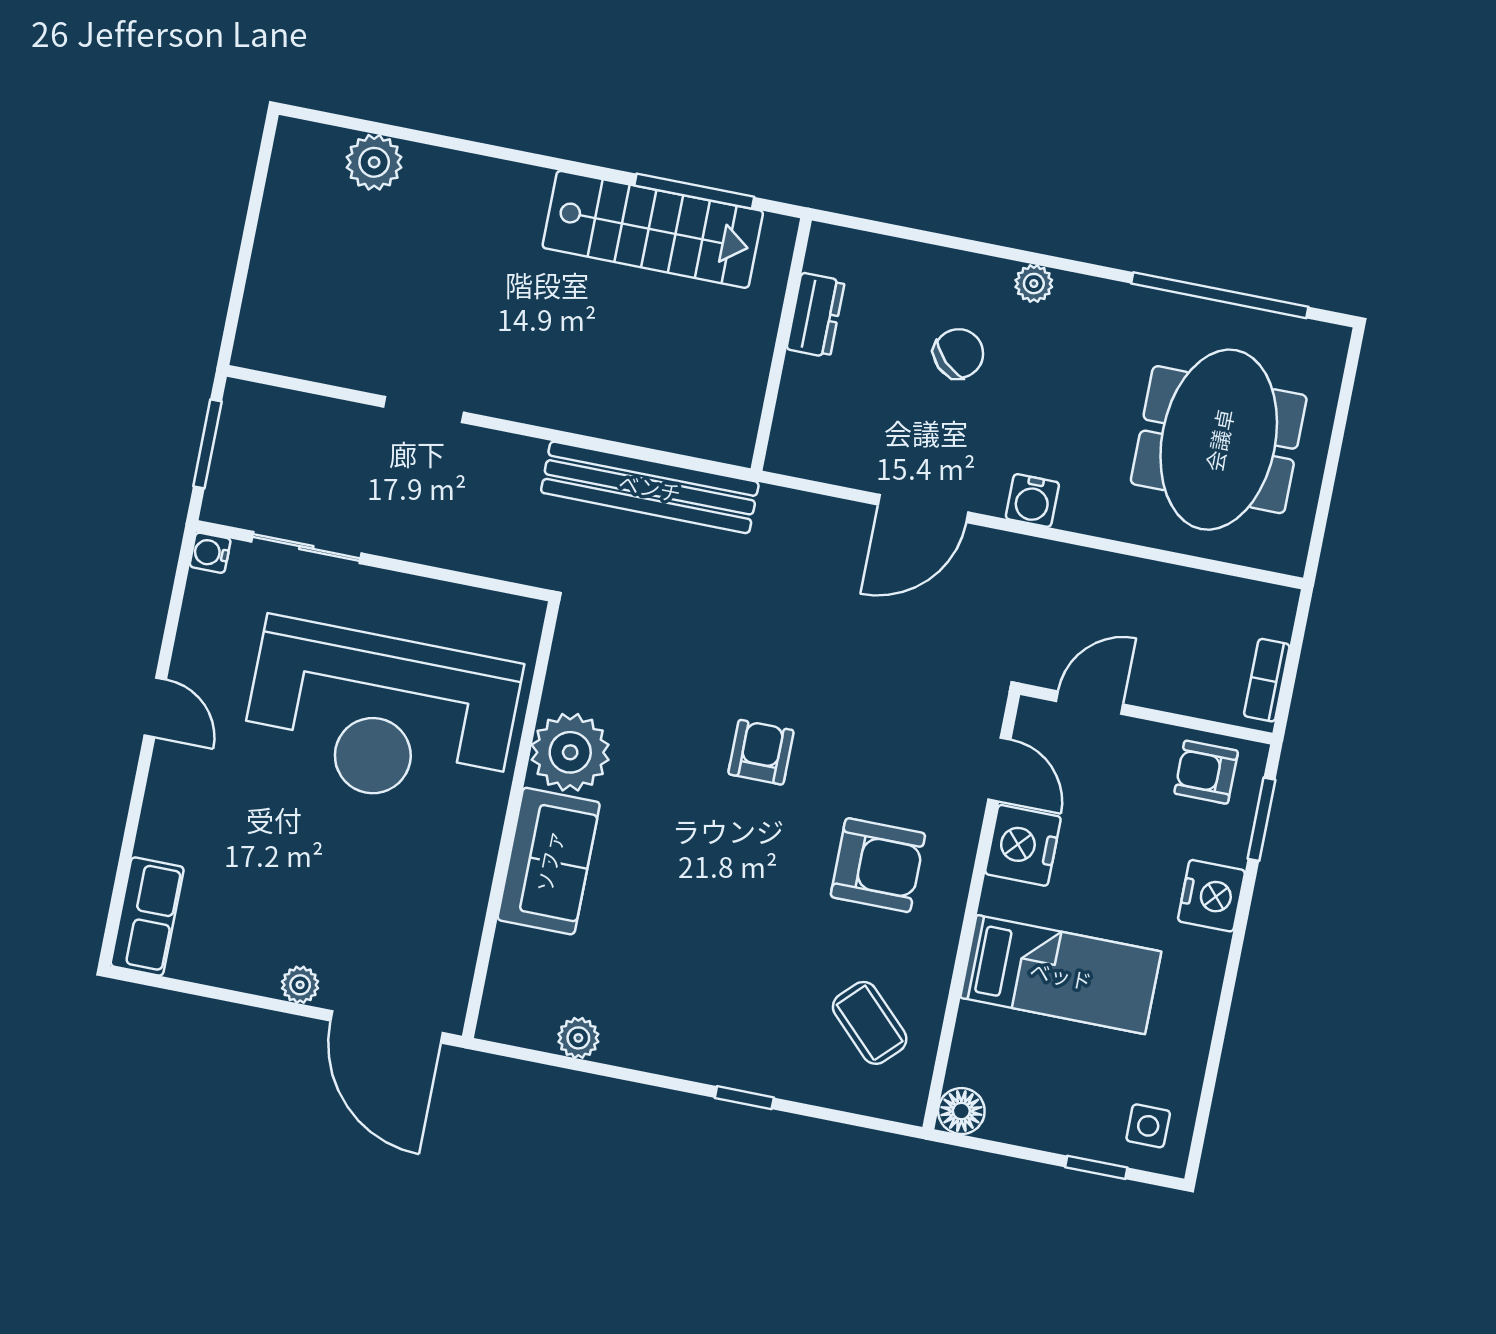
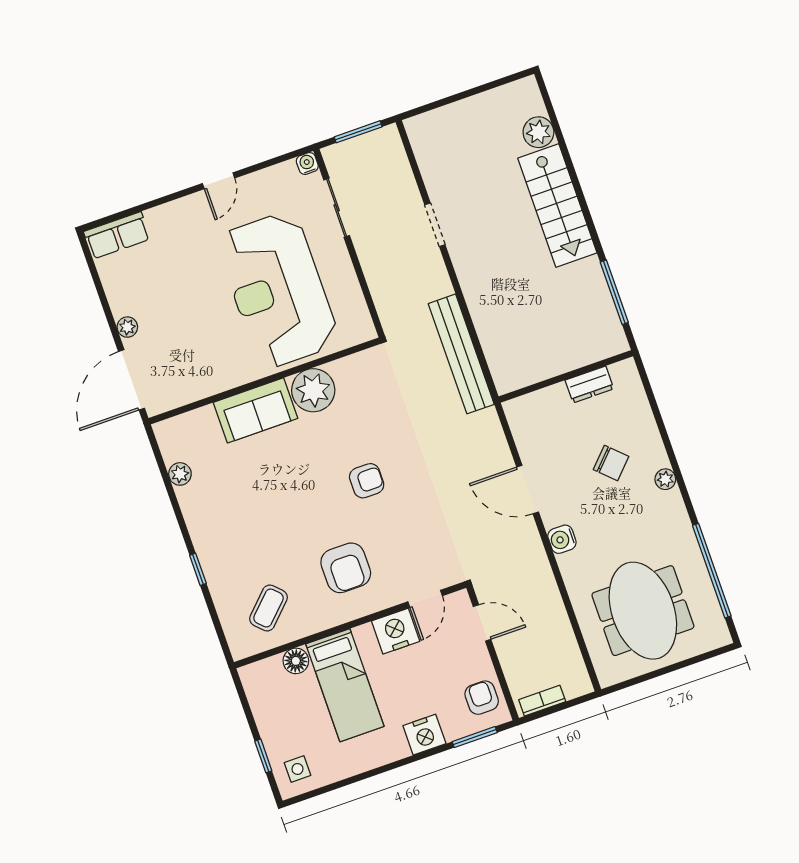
stairs: (653, 229) -> (557, 206), moved
meeting table: (1219, 440) -> (643, 611), turned 90
floor lamp: (961, 1111) -> (296, 661), moved

